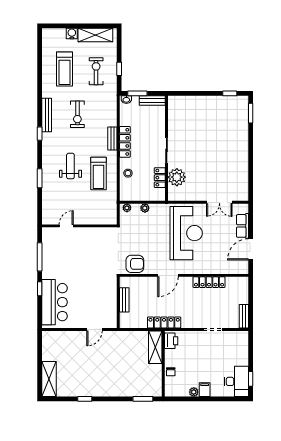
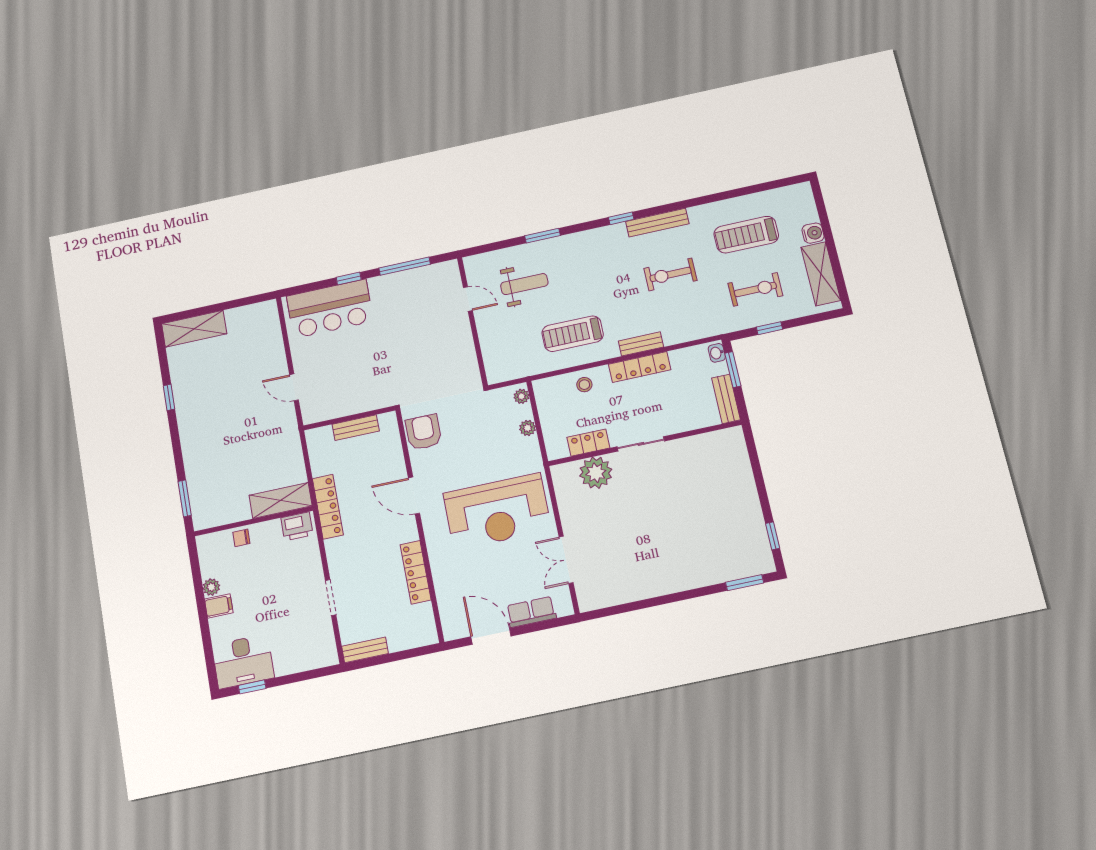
weight bench: (70, 166) -> (524, 284), moved
armchair: (135, 264) -> (424, 432), turned 180

